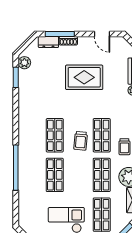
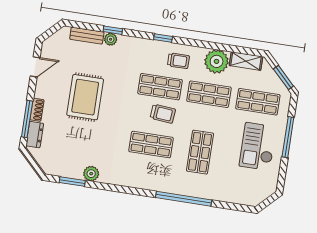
plant: (24, 63) -> (91, 174), moved
shop shelf: (55, 175) -> (200, 152), turned 90

